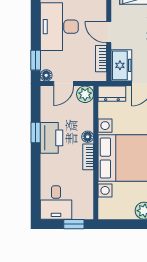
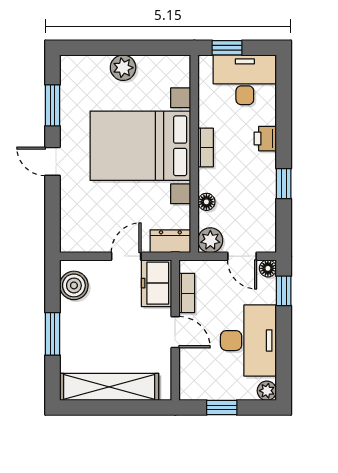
door: (64, 83) -> (242, 256), swing flipped
floor lamp: (88, 137) -> (206, 202), moved
printer: (51, 138) -> (265, 139), moved, width x0.53, depth x0.68
desk: (56, 202) -> (245, 80), width x1.37

